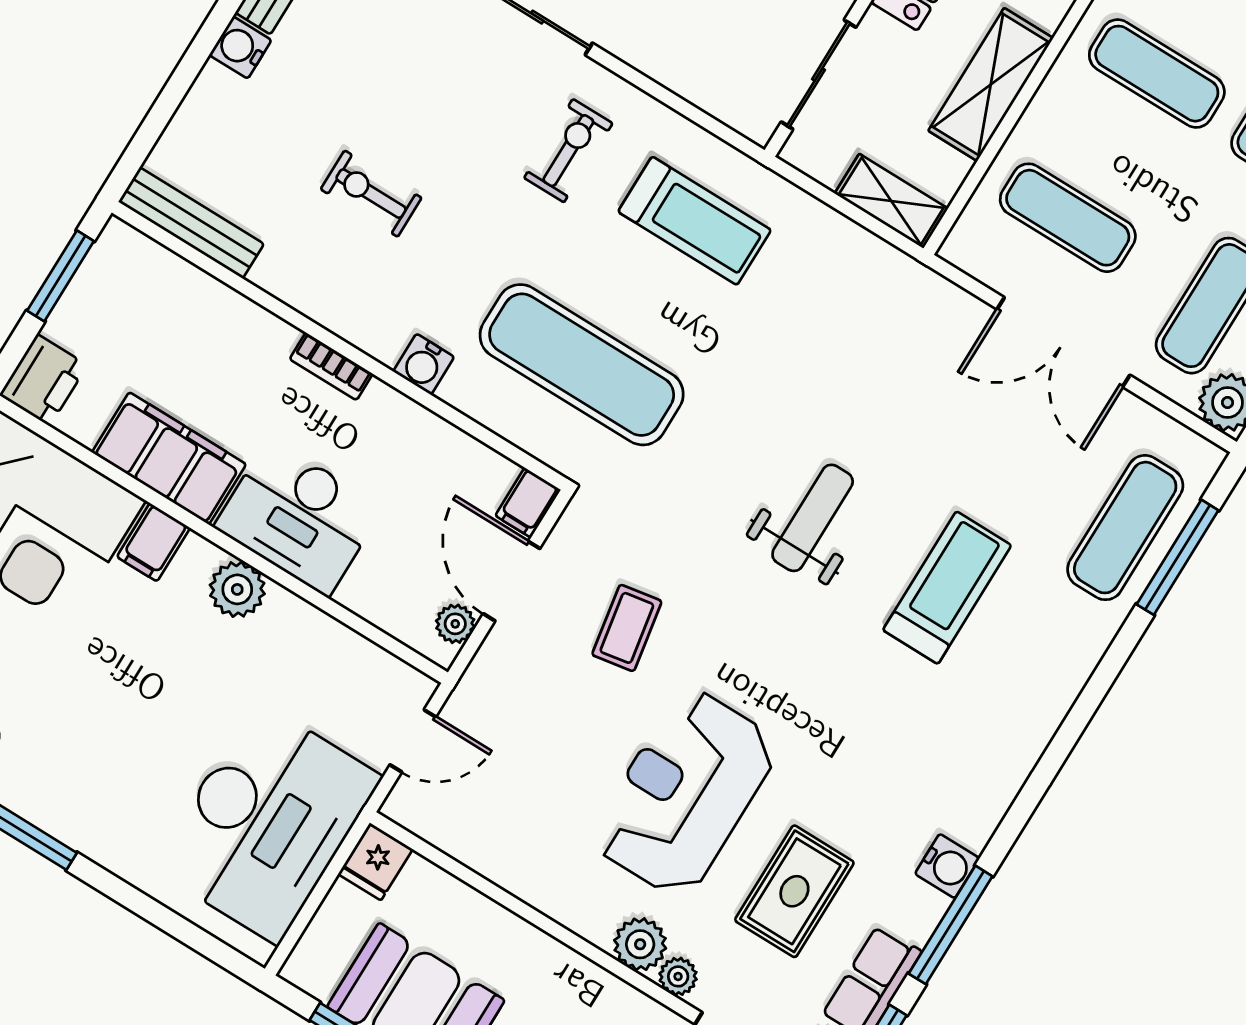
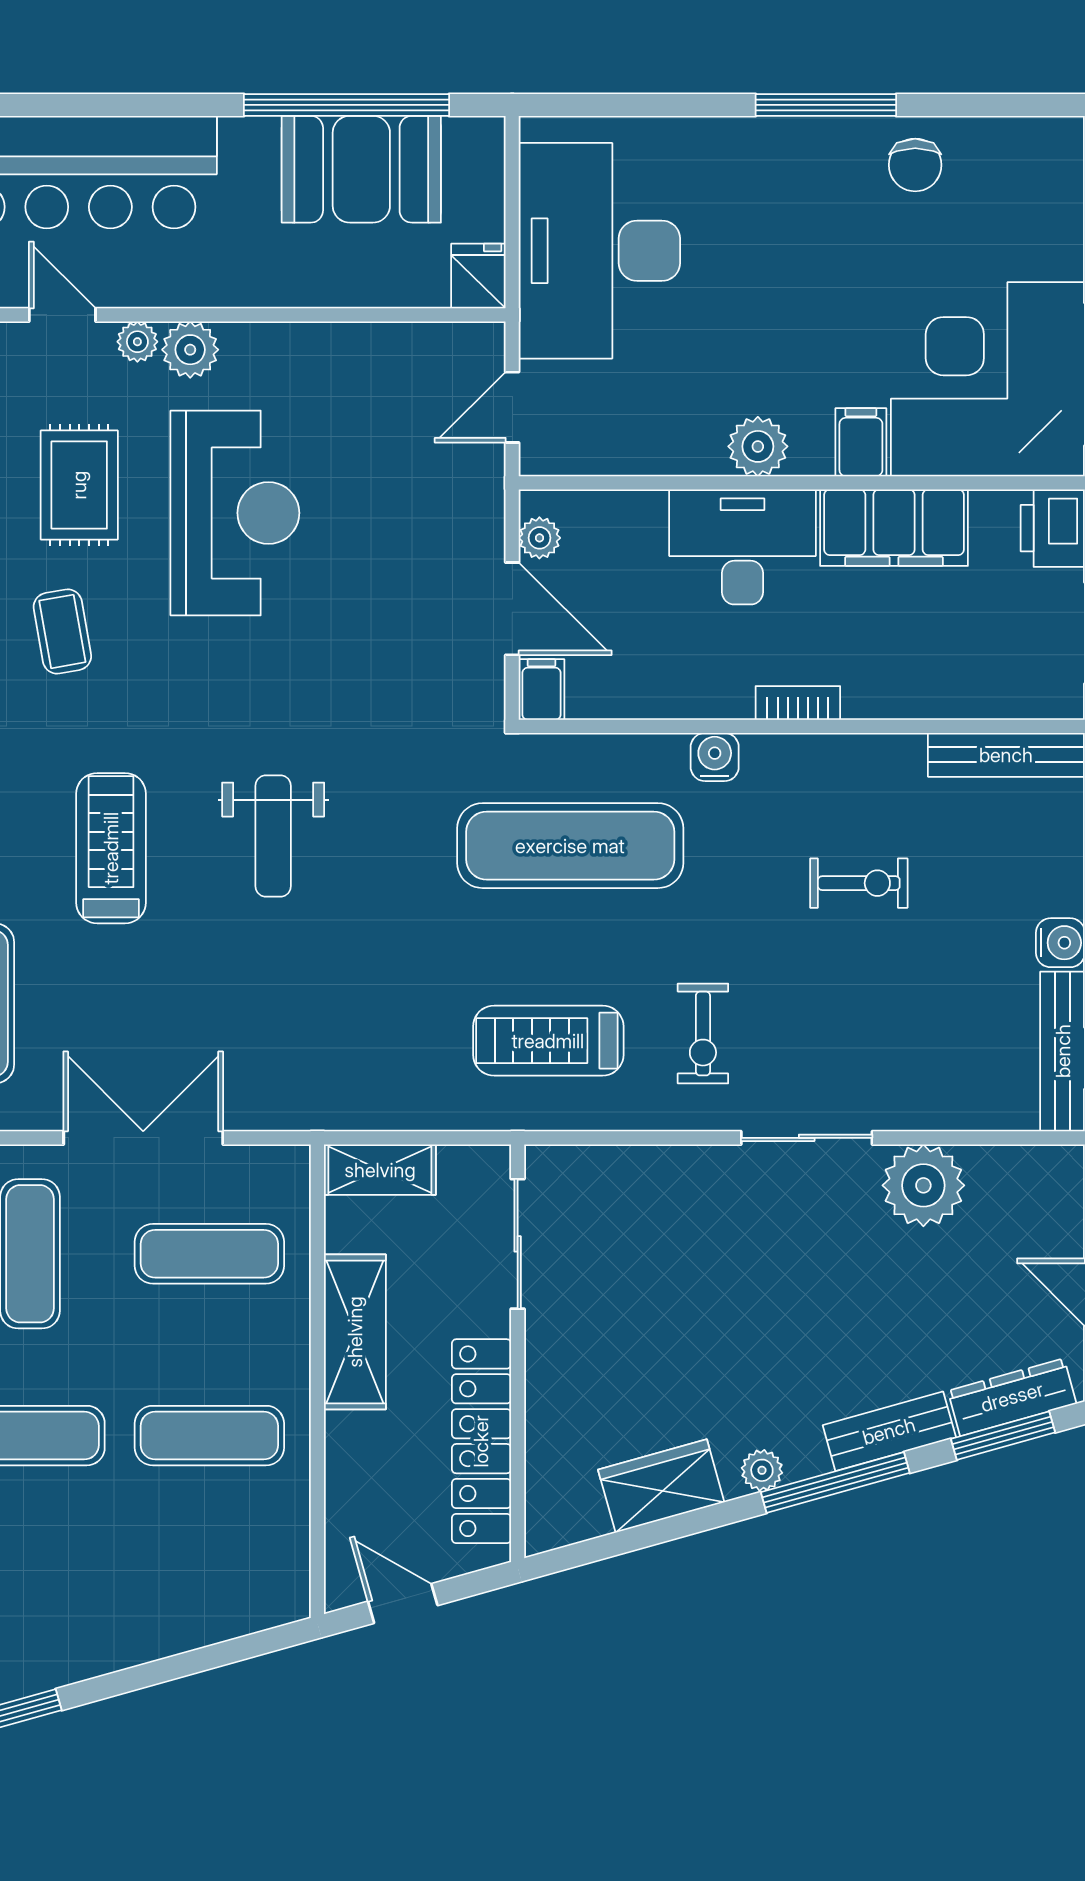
treadmill: (947, 588) -> (111, 848), turned 180
coffee table: (627, 628) -> (62, 631), moved

